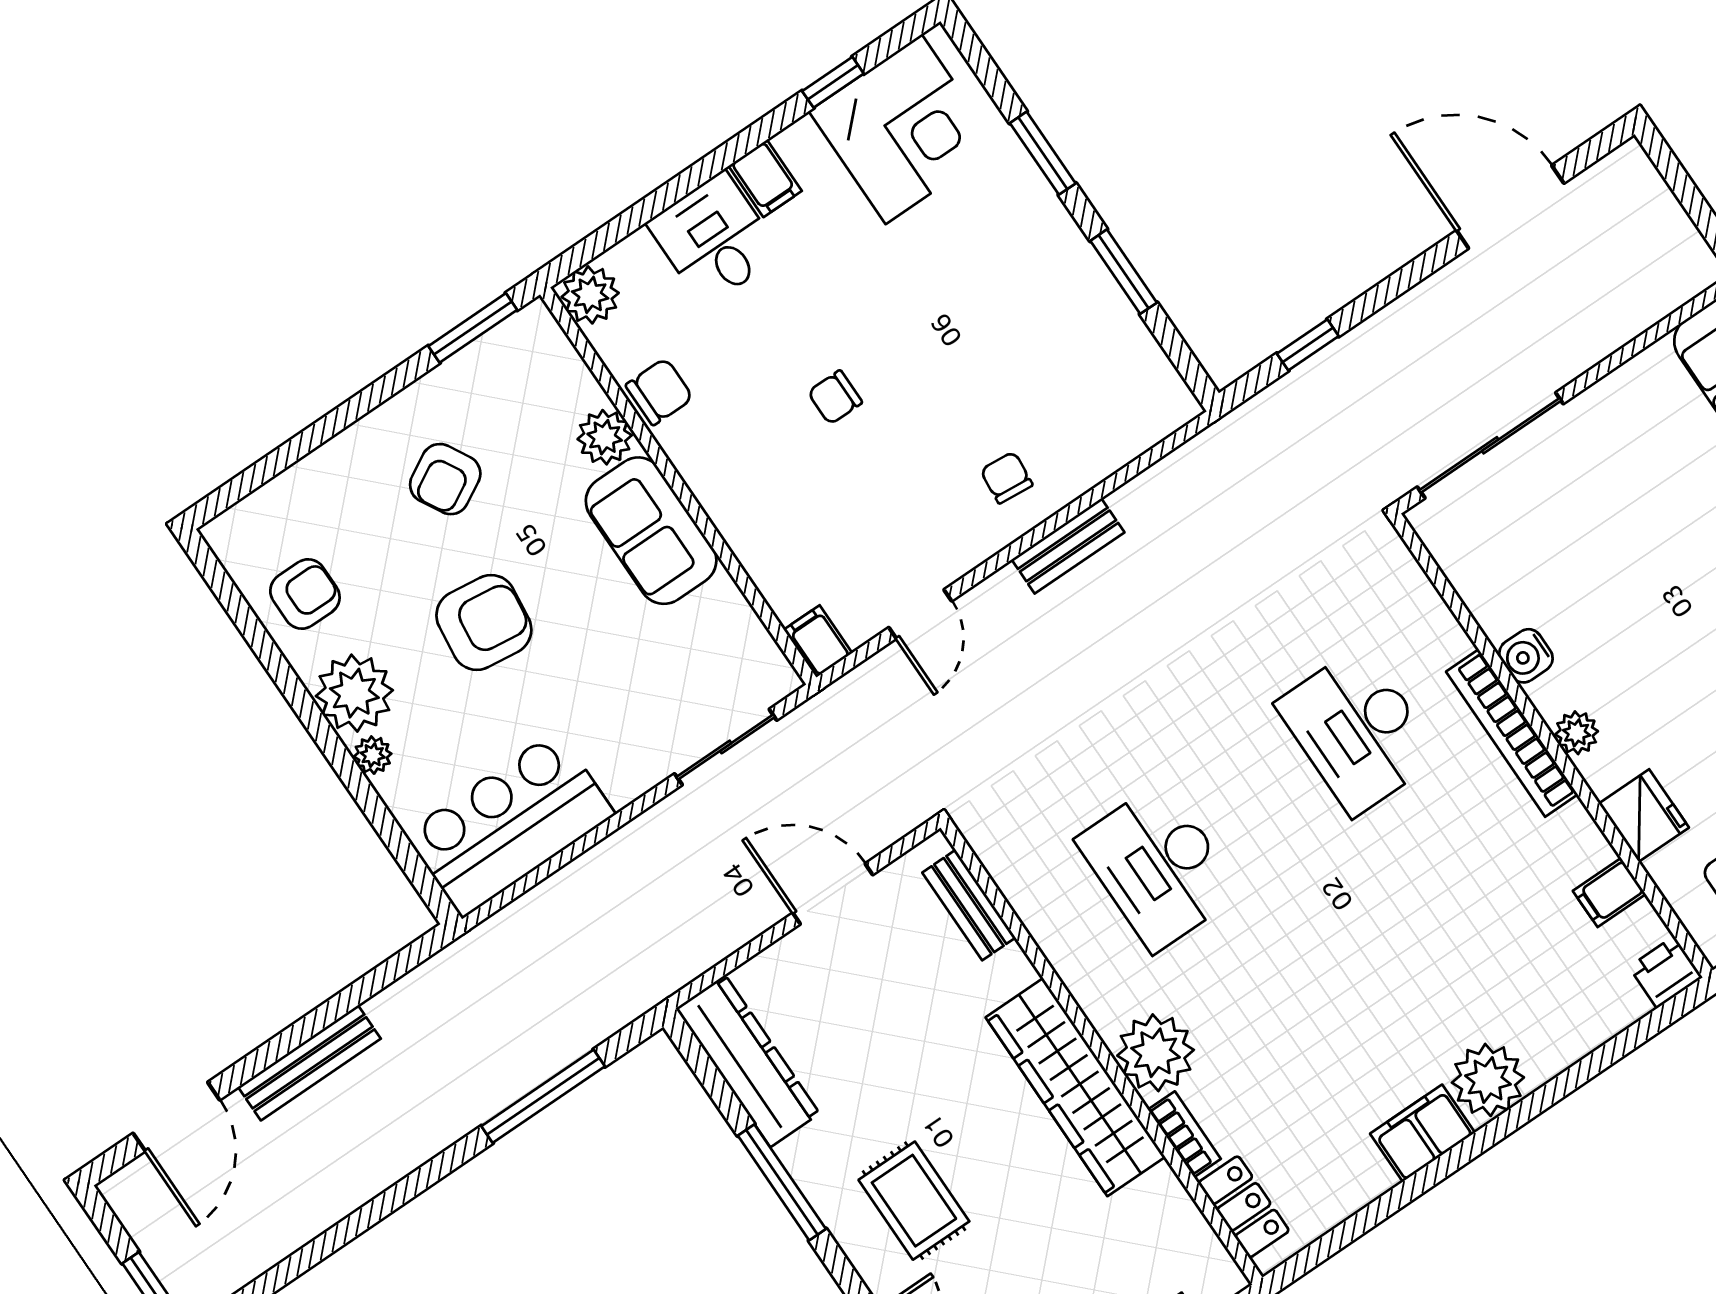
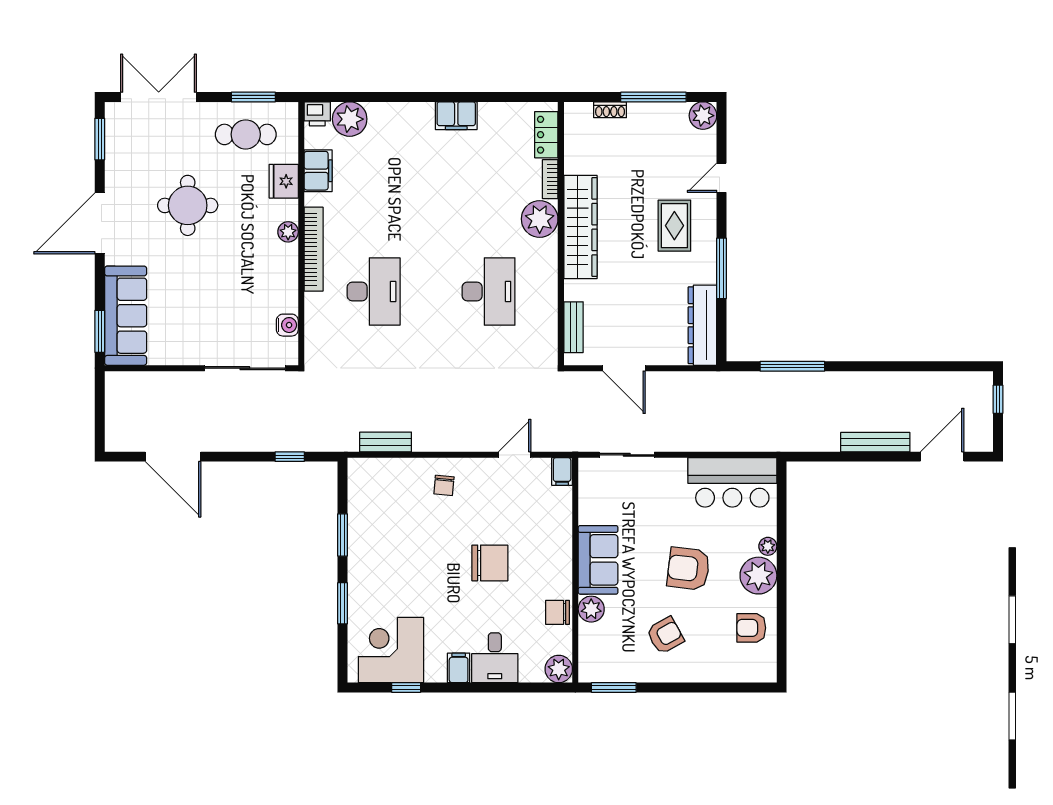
chair: (835, 397) -> (490, 563), width x1.87, depth x1.87
bench: (1068, 546) -> (386, 442), moved
water cooler: (1526, 656) -> (287, 325), moved
filing cabinet: (1609, 892) -> (318, 171), width x2.00
plant: (1488, 1080) -> (350, 119), moved

